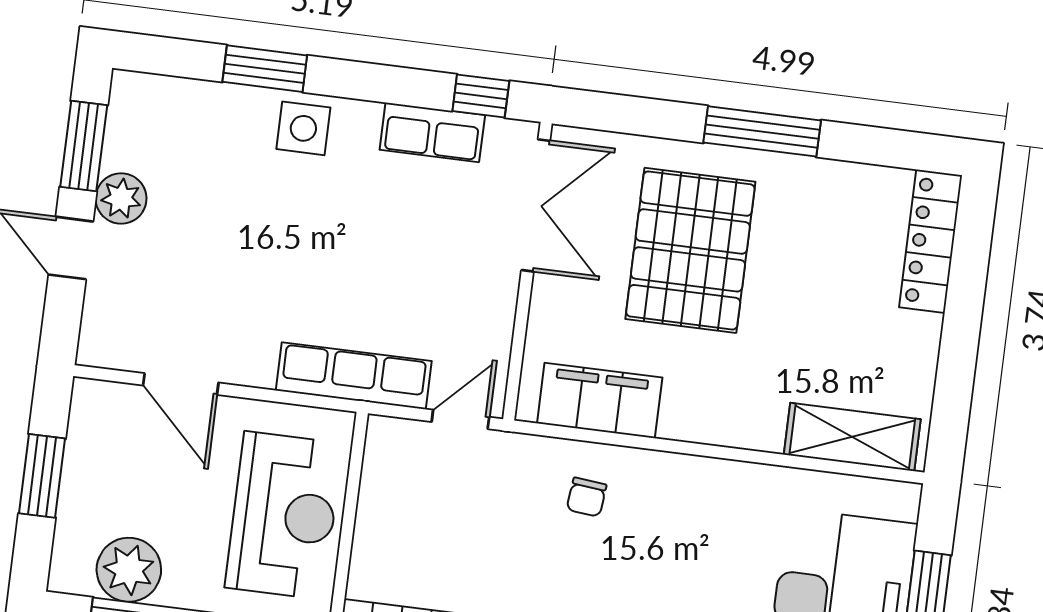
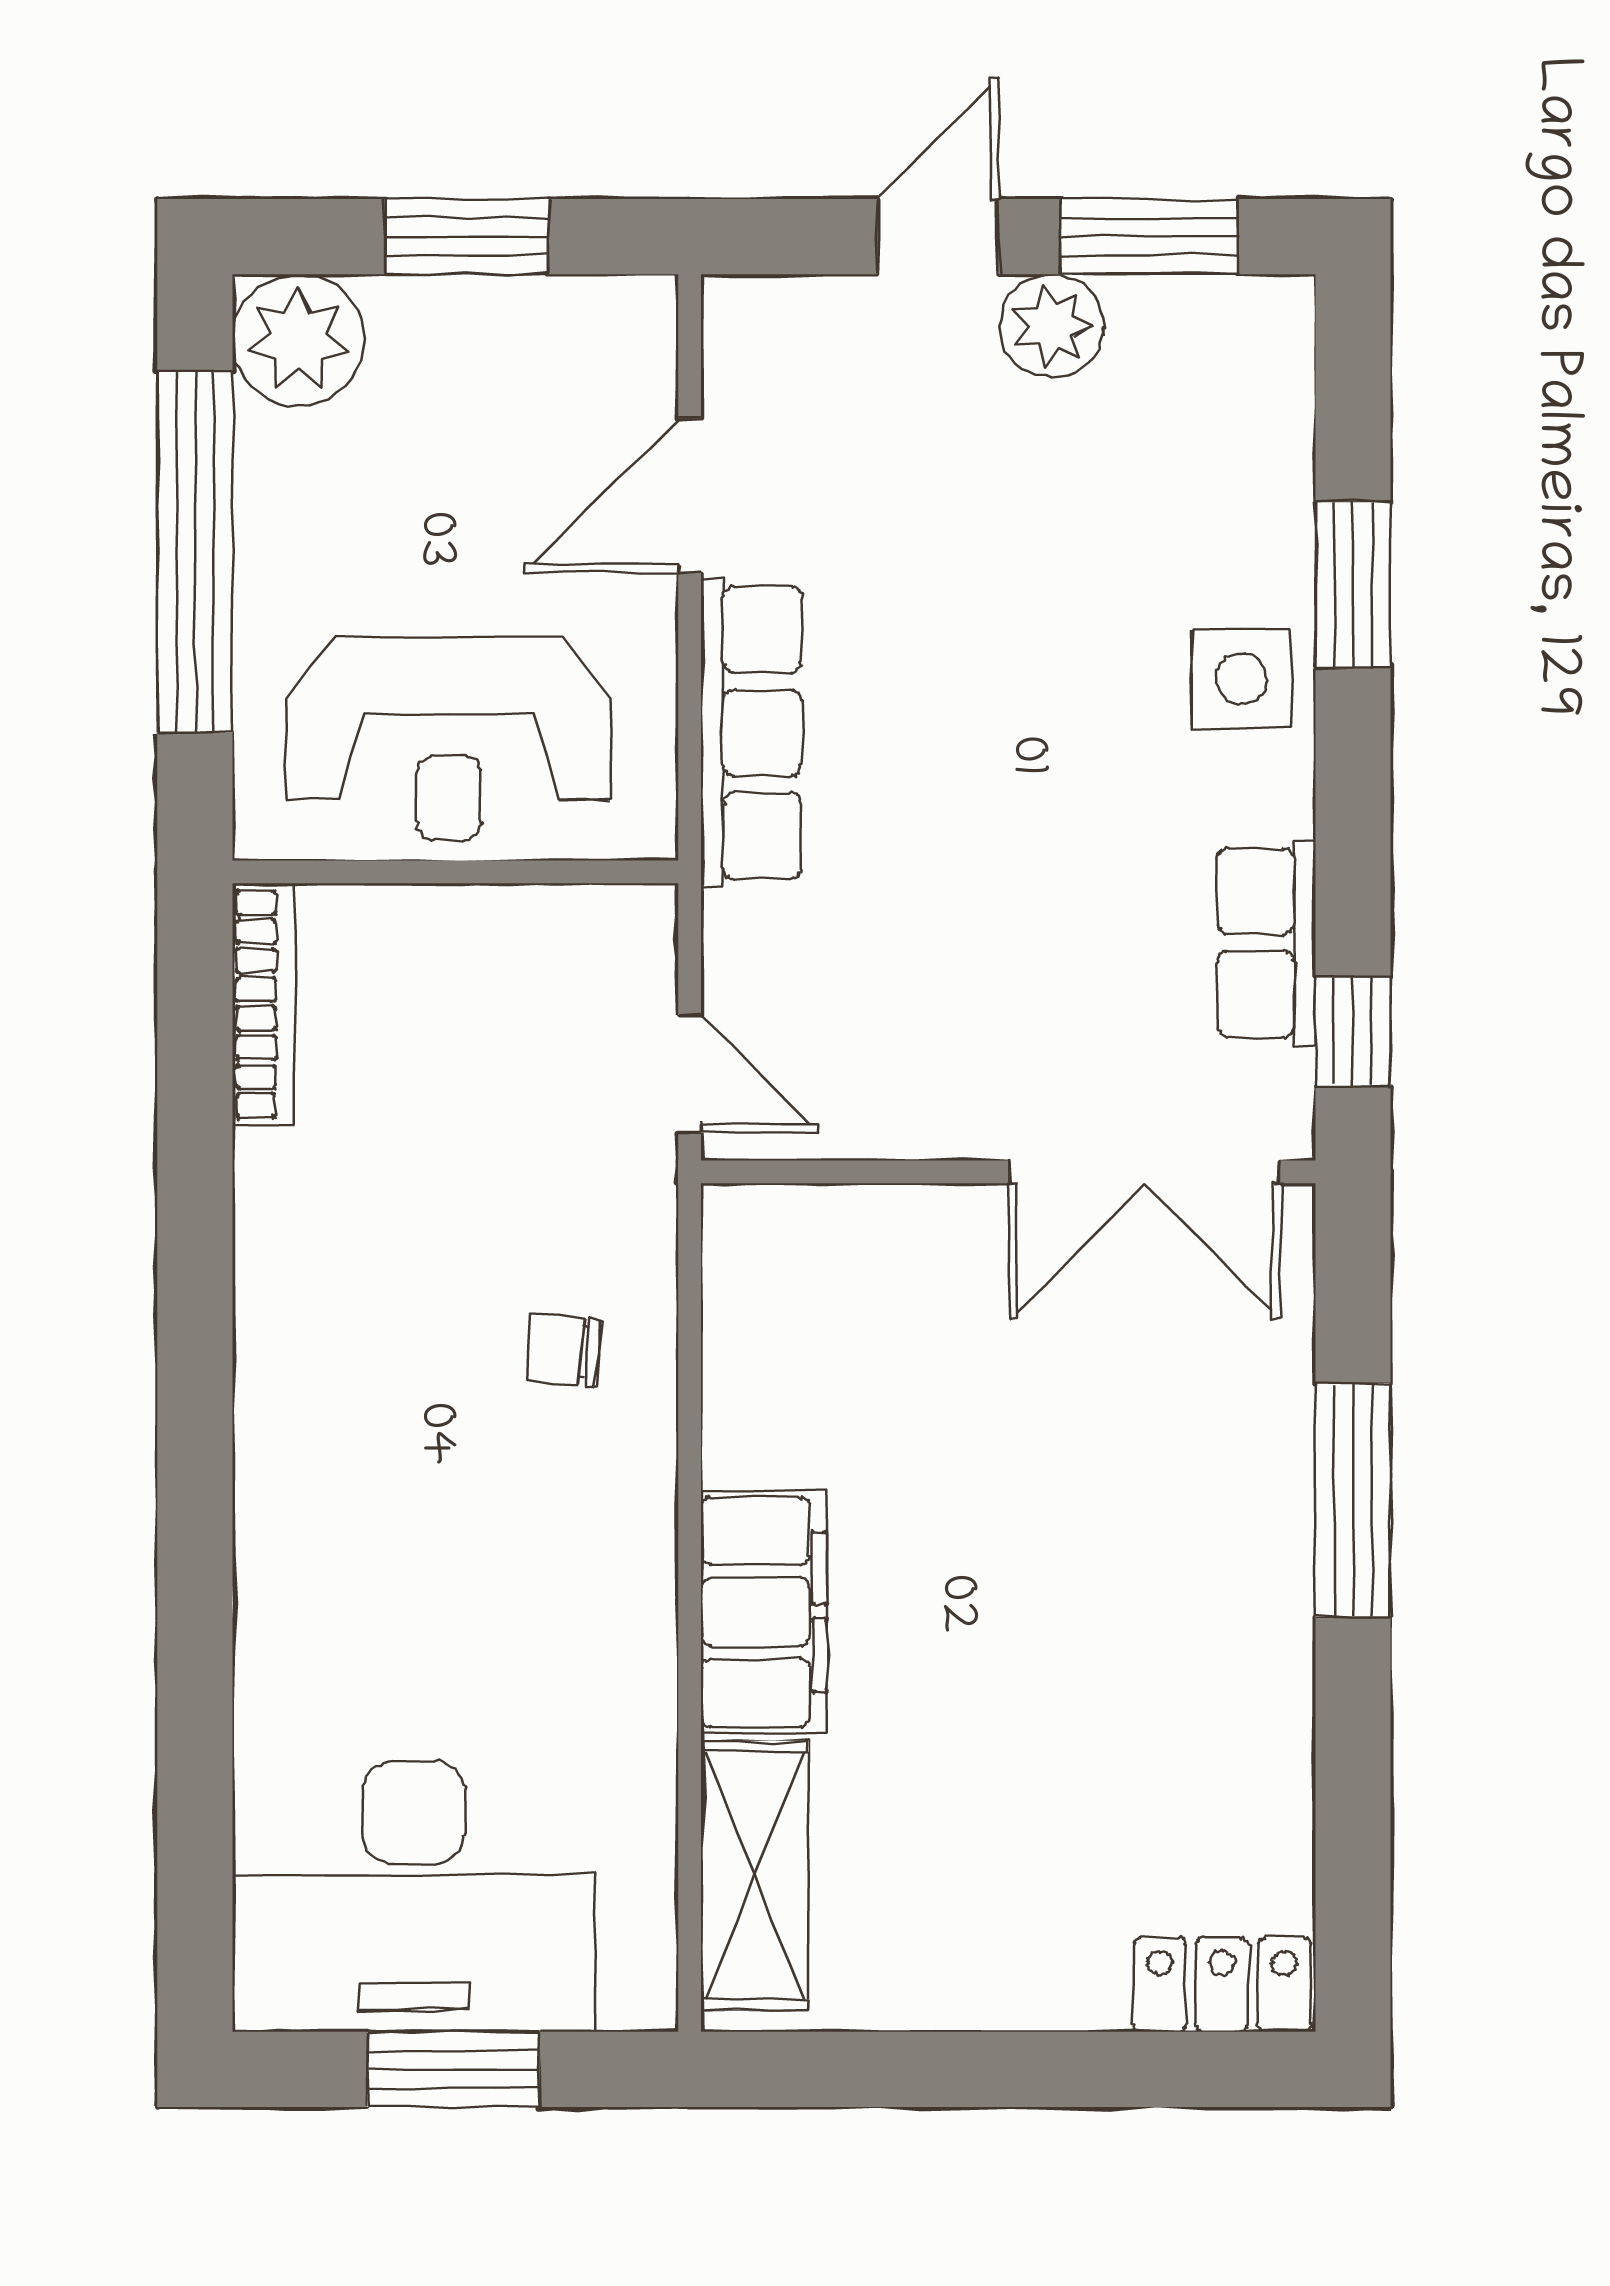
window: (762, 131) -> (1353, 1500), moved
locker: (931, 241) -> (1222, 1985), width x0.66
pallet: (690, 250) -> (1093, 1498), removed
row of seats: (354, 376) -> (751, 733), moved
filing cabinet: (600, 400) -> (764, 1612), moved
plant: (129, 570) -> (298, 340), moved

